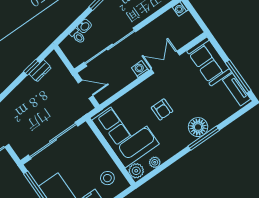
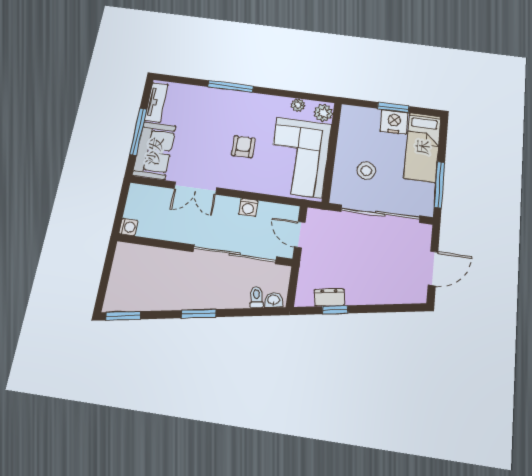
washbasin: (84, 26) -> (274, 300), moved
washing machine: (140, 69) -> (248, 207), moved
window: (238, 76) -> (138, 132), moved
floor lamp: (198, 127) -> (226, 101), removed
stool: (107, 178) -> (366, 171), moved

